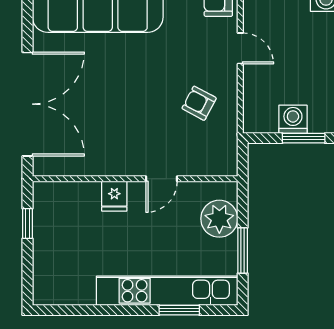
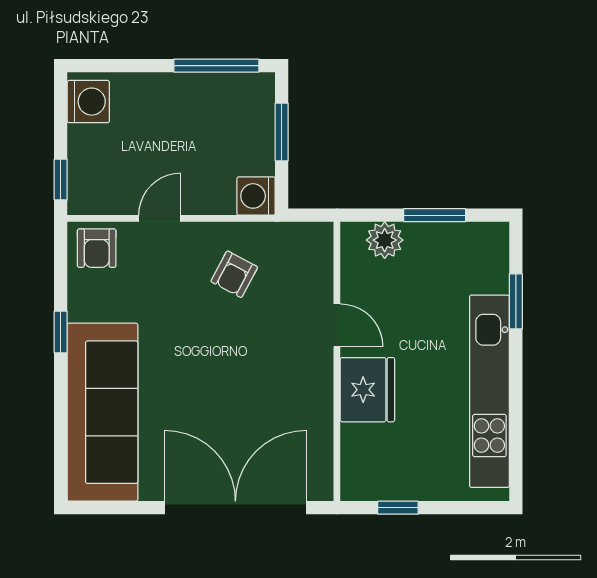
washing machine: (293, 119) -> (256, 196), moved
fridge: (114, 196) -> (367, 390), width x1.88, depth x1.34
plant: (219, 219) -> (385, 240), width x0.73, depth x0.73
kitchen unit: (167, 291) -> (489, 391), moved

